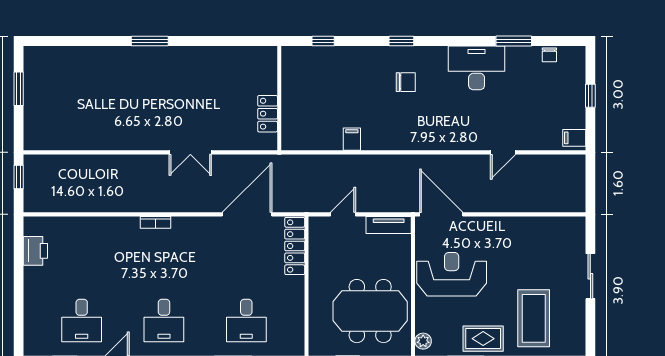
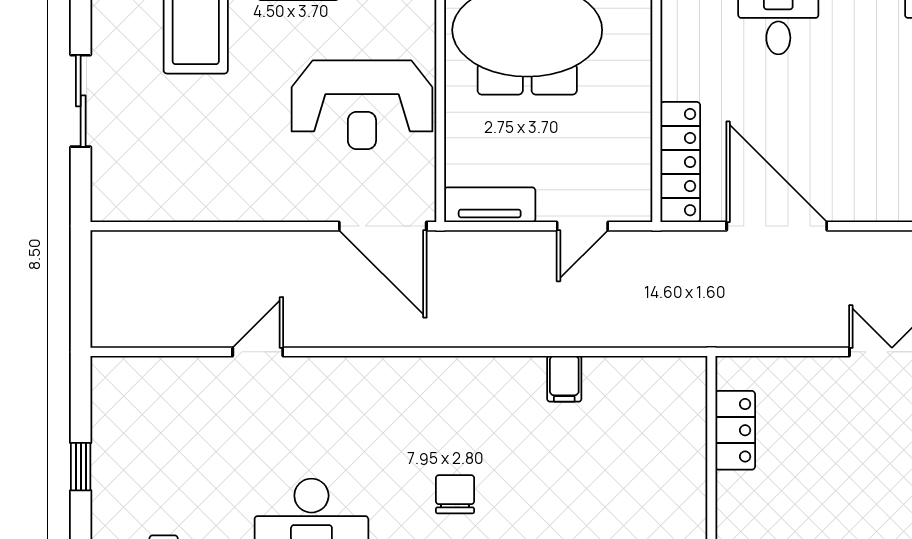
chair: (406, 82) -> (455, 494), turned 90
filing cabinet: (574, 138) -> (114, 381), removed
door: (247, 214) -> (777, 226), swing flipped

